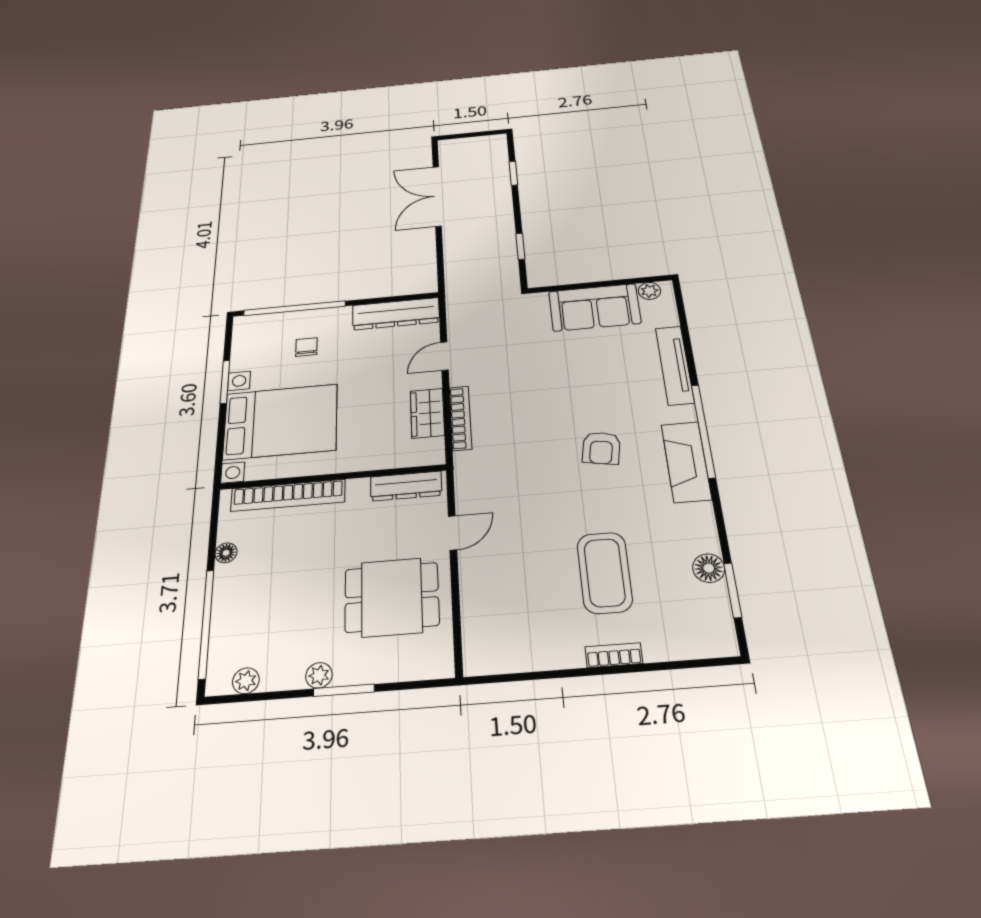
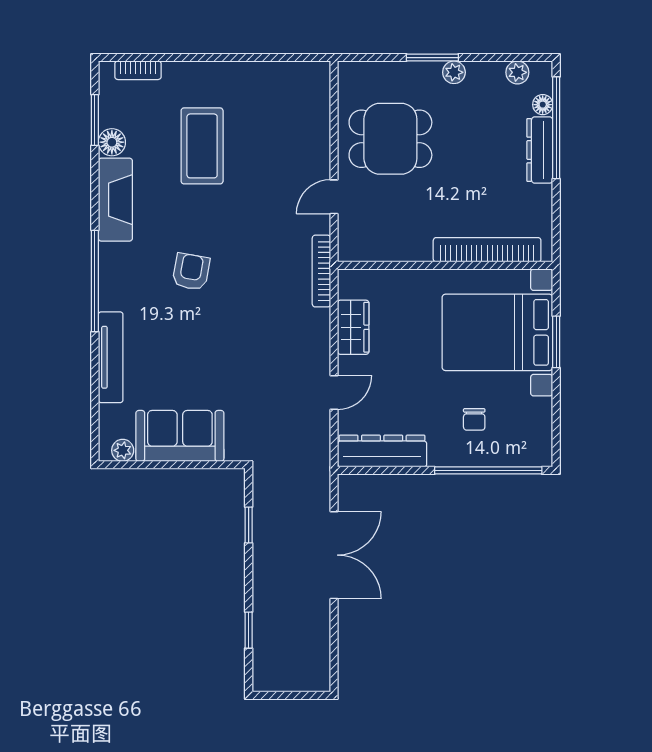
double door: (437, 196) -> (334, 555), moved
window: (225, 382) -> (556, 342), moved
bookcase: (460, 418) -> (321, 271), moved
fireplace: (686, 462) -> (115, 200), moved
dresser: (406, 486) -> (540, 150), moved, turned -90
floor lamp: (226, 553) -> (543, 105), moved
bookcase: (614, 655) -> (138, 70), moved

